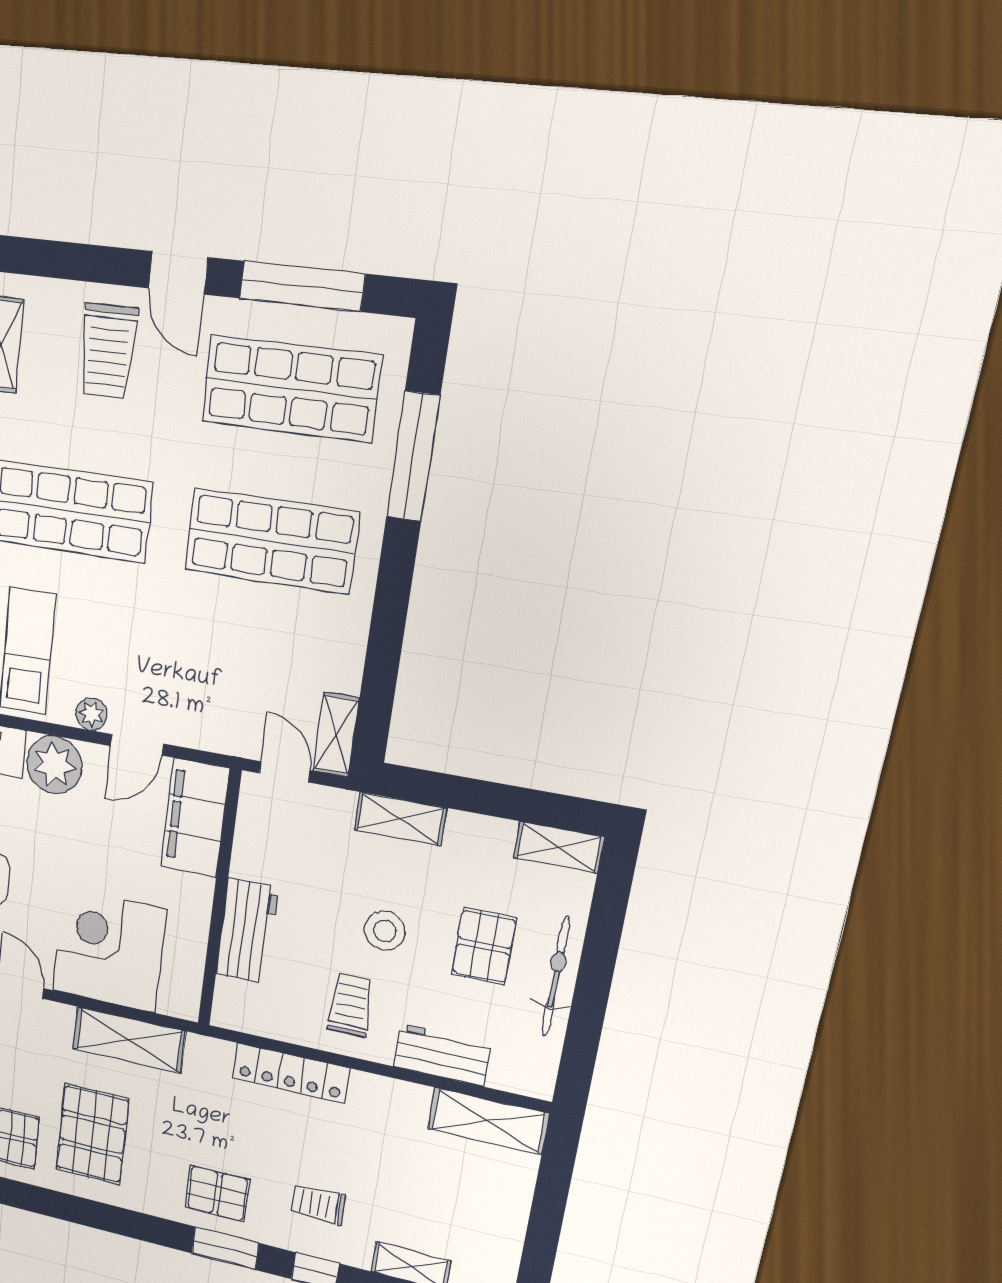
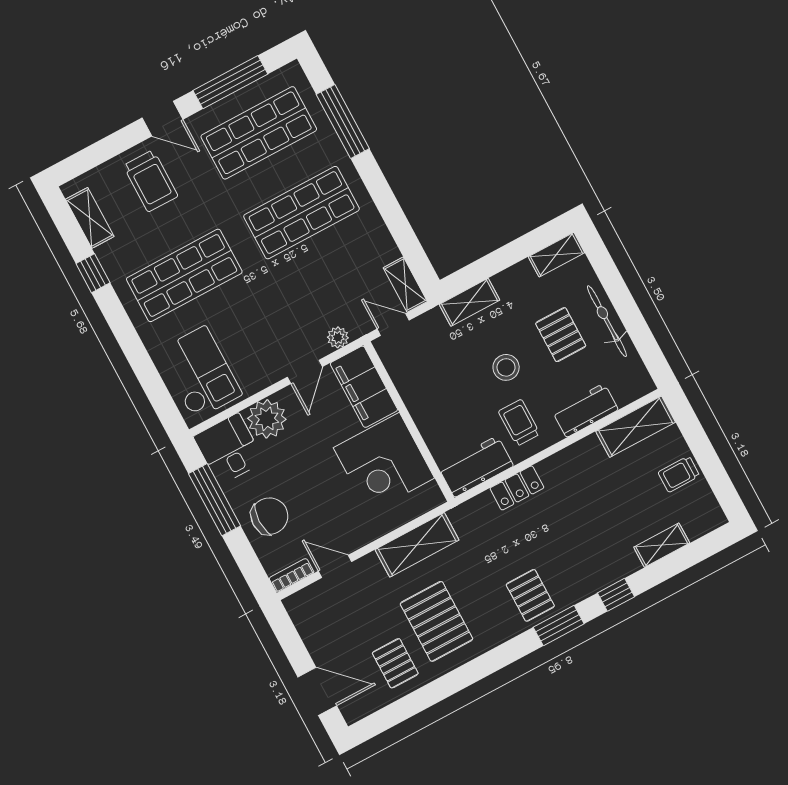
plant: (92, 714) -> (338, 337), moved
workbench: (247, 931) -> (476, 467), moved, turned -90
corner desk: (109, 950) -> (384, 463), moved, turned -90
locker: (291, 1073) -> (517, 488), width x0.66
pallet: (217, 1193) -> (530, 595), turned 90
trolley: (318, 1204) -> (679, 474), moved

